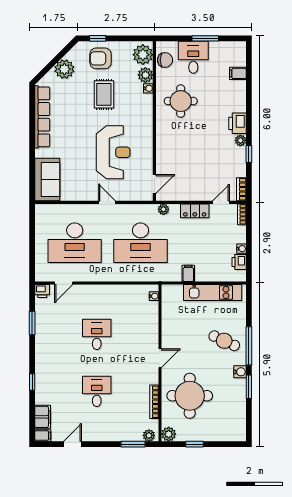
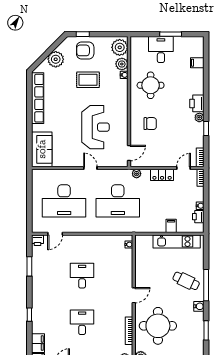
chair: (165, 60) -> (150, 124), moved
rug: (104, 94) -> (88, 80), turned 90
filing cabinet: (188, 273) -> (171, 226), moved
window: (249, 387) -> (206, 330), moved

